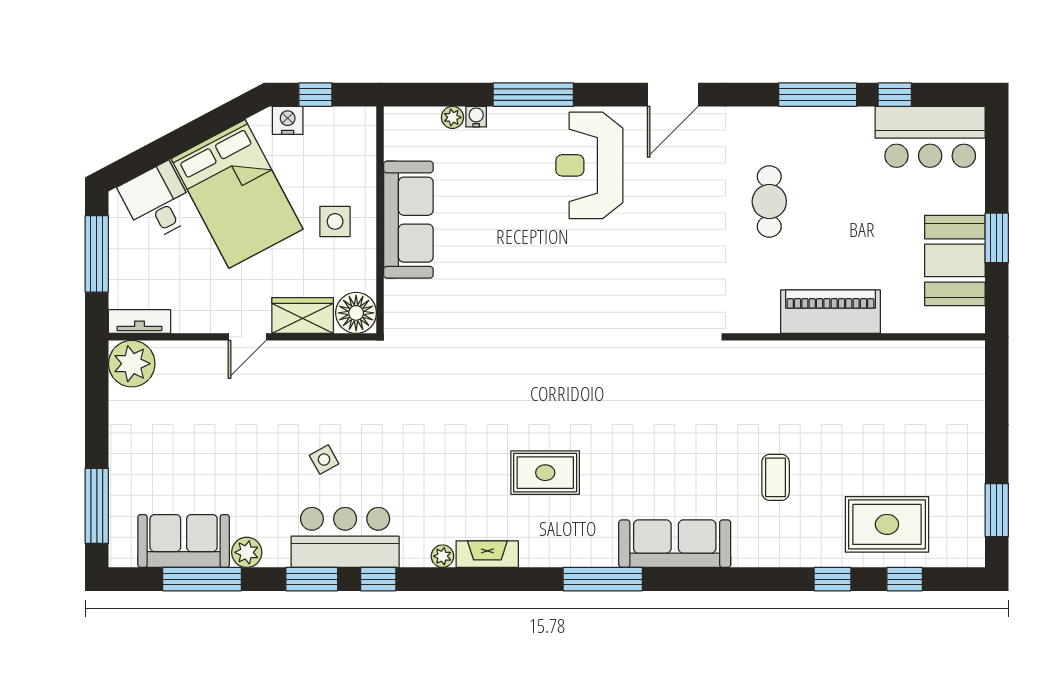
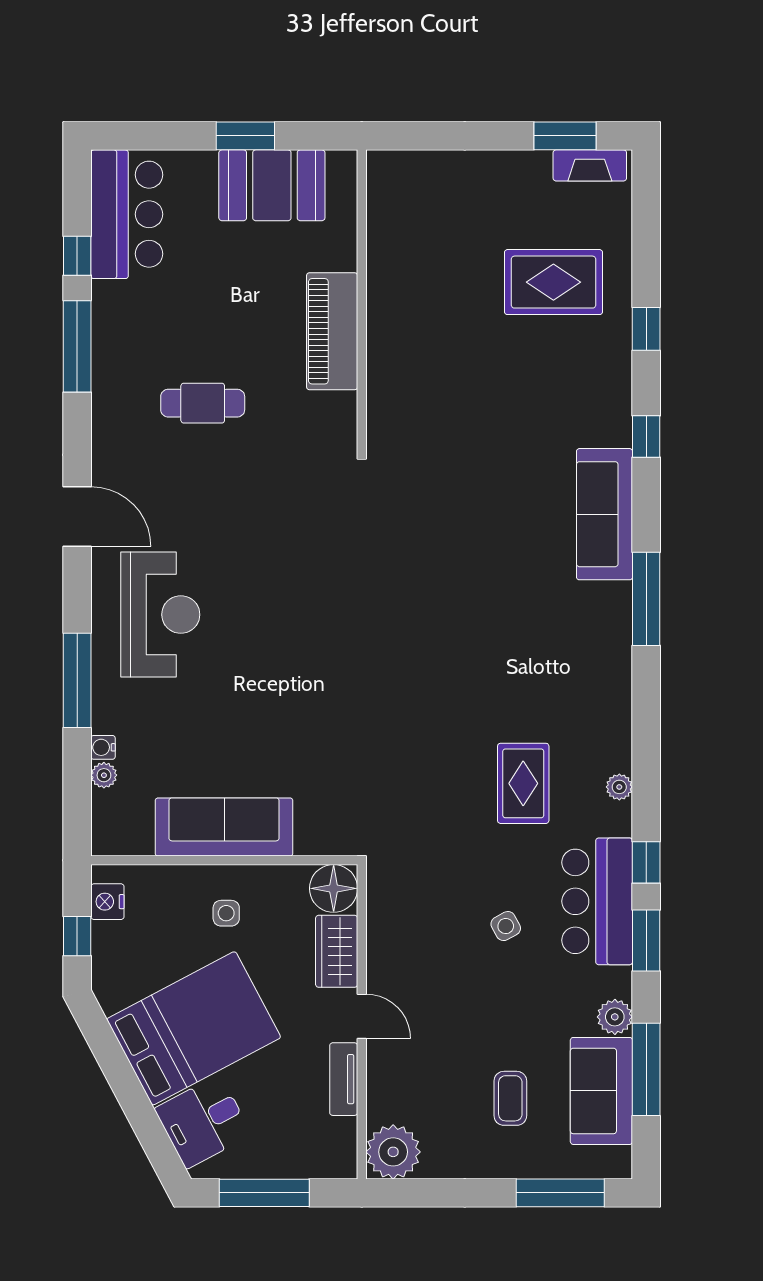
nightstand: (288, 120) -> (107, 902), moved
reception desk: (589, 165) -> (160, 615), turned -90
side table: (335, 221) -> (226, 913), width x0.73, depth x0.73
tv unit: (140, 322) -> (344, 1079), moved
rug: (545, 473) -> (523, 783), moved
coffee table: (776, 477) -> (510, 1098), moved, turned 90
rug: (887, 524) -> (553, 282), moved, turned 90
fireplace: (487, 554) -> (590, 165), moved, turned -90
window: (905, 579) -> (646, 436), moved

